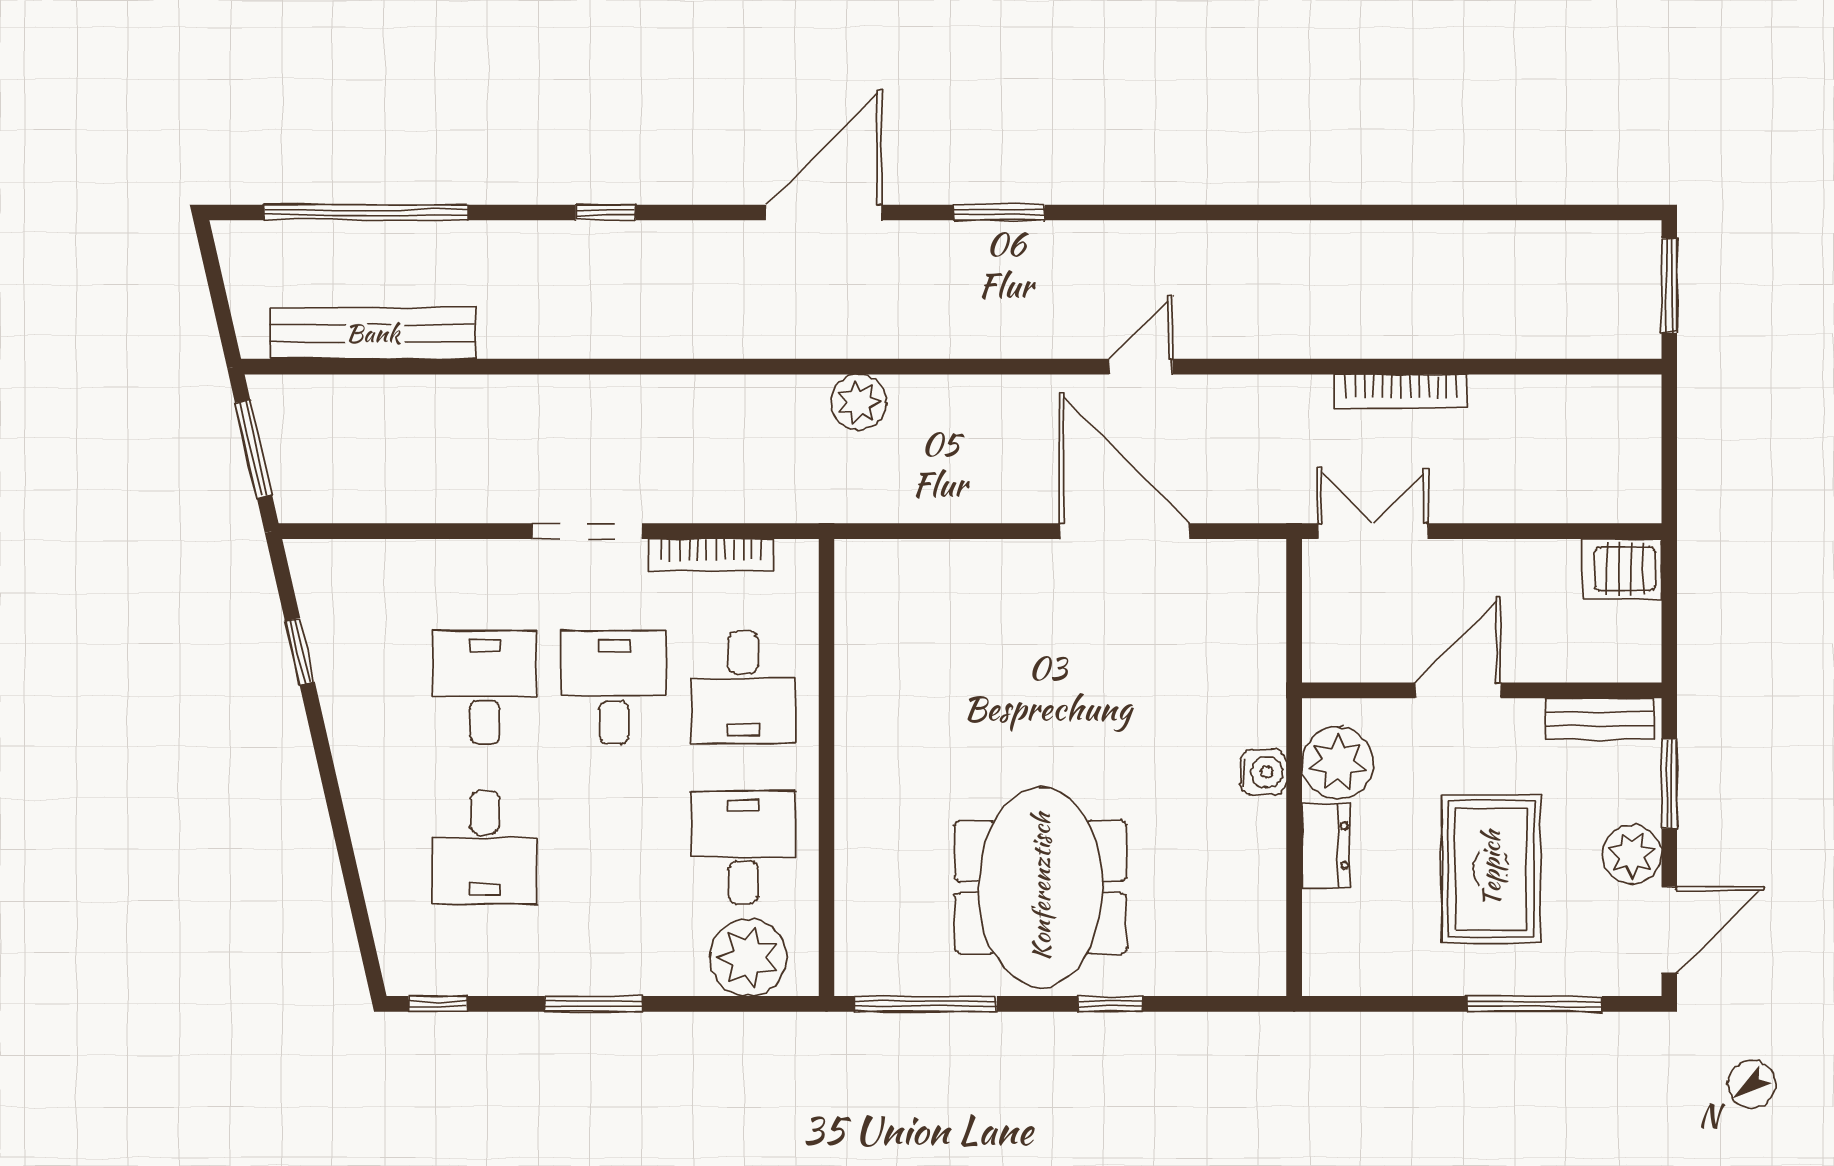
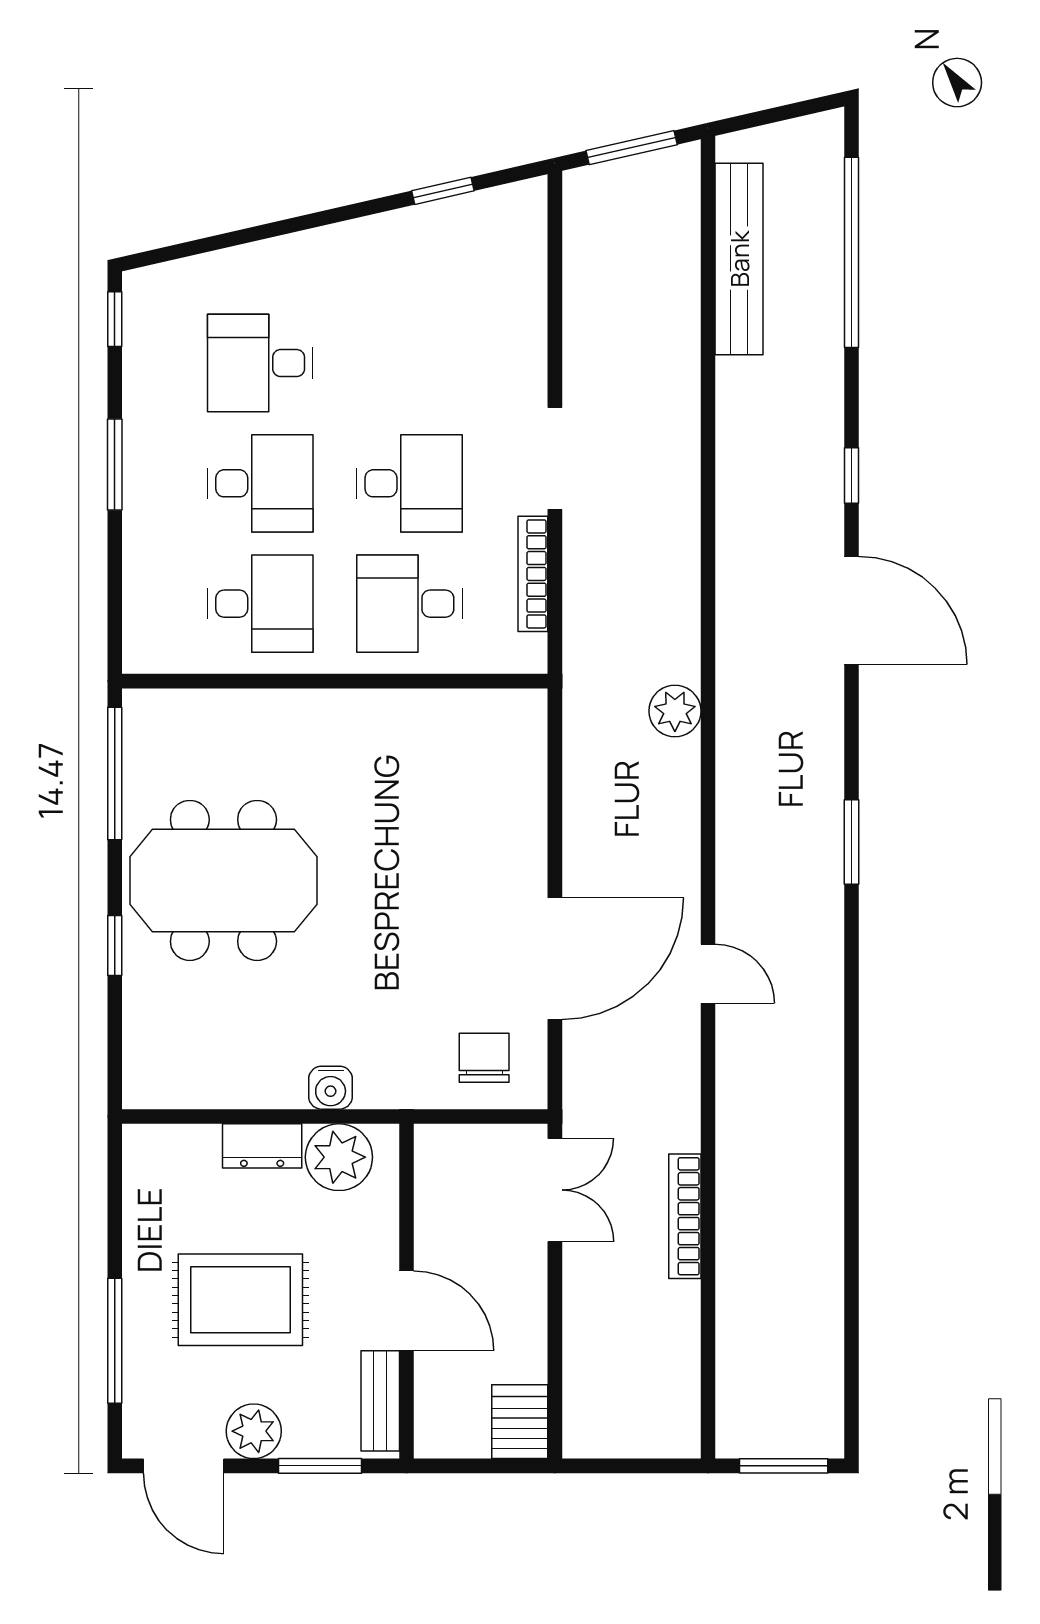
door: (824, 213) -> (852, 610), moved
chair: (1231, 607) -> (484, 1058), added
desk: (485, 687) -> (260, 483), moved
door: (1458, 690) -> (407, 1311), moved
plant: (748, 958) -> (158, 608), removed

